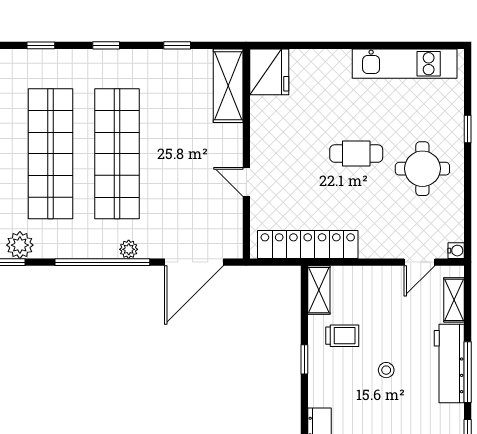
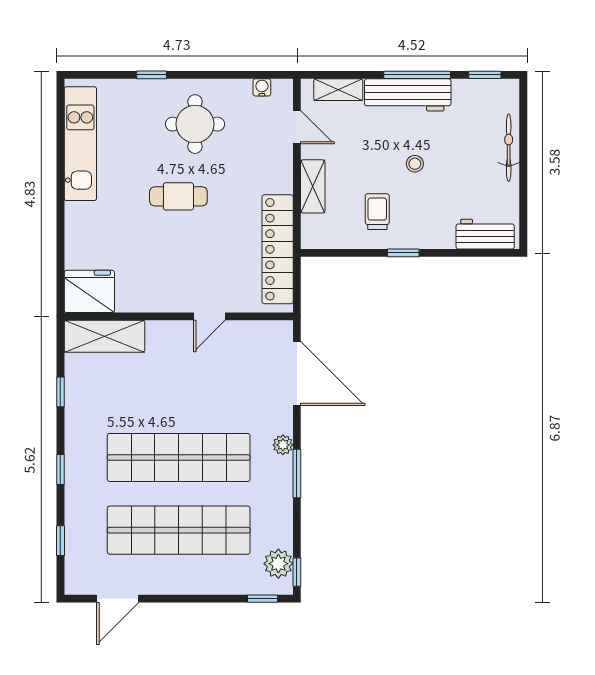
cafe table: (356, 154) -> (178, 196), turned 90
water cooler: (456, 251) -> (262, 87), moved
window: (102, 262) -> (297, 473), width x0.47
shelving: (319, 290) -> (313, 186), moved, turned 90

